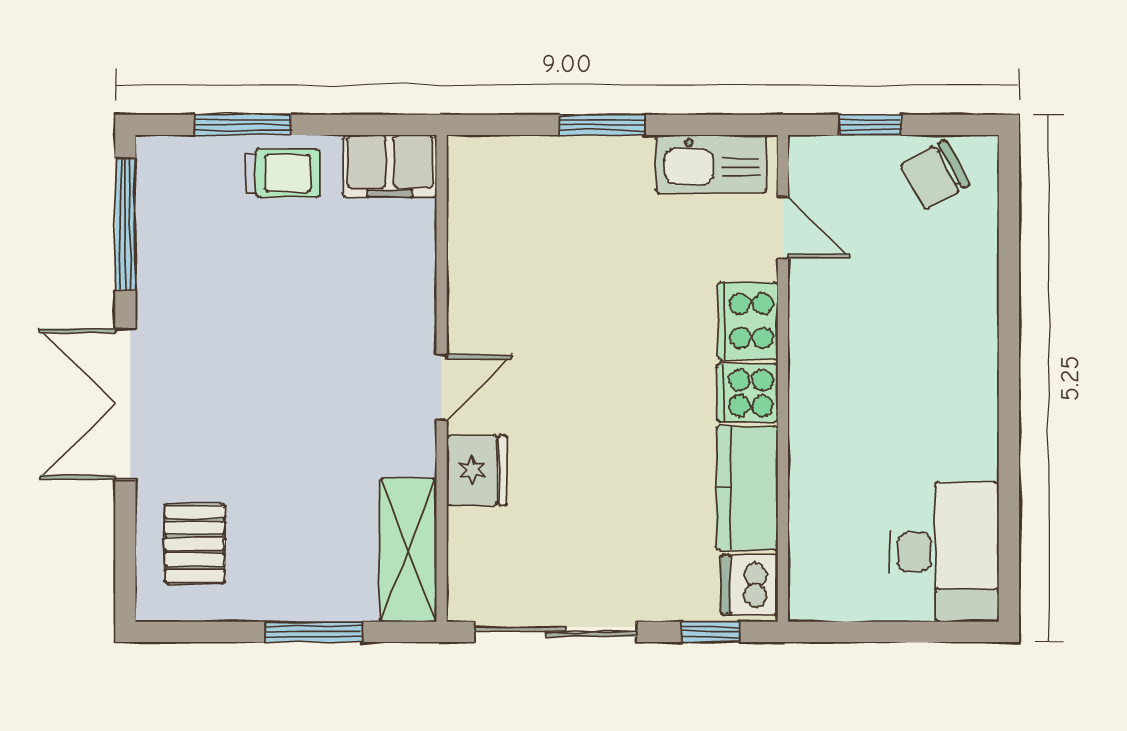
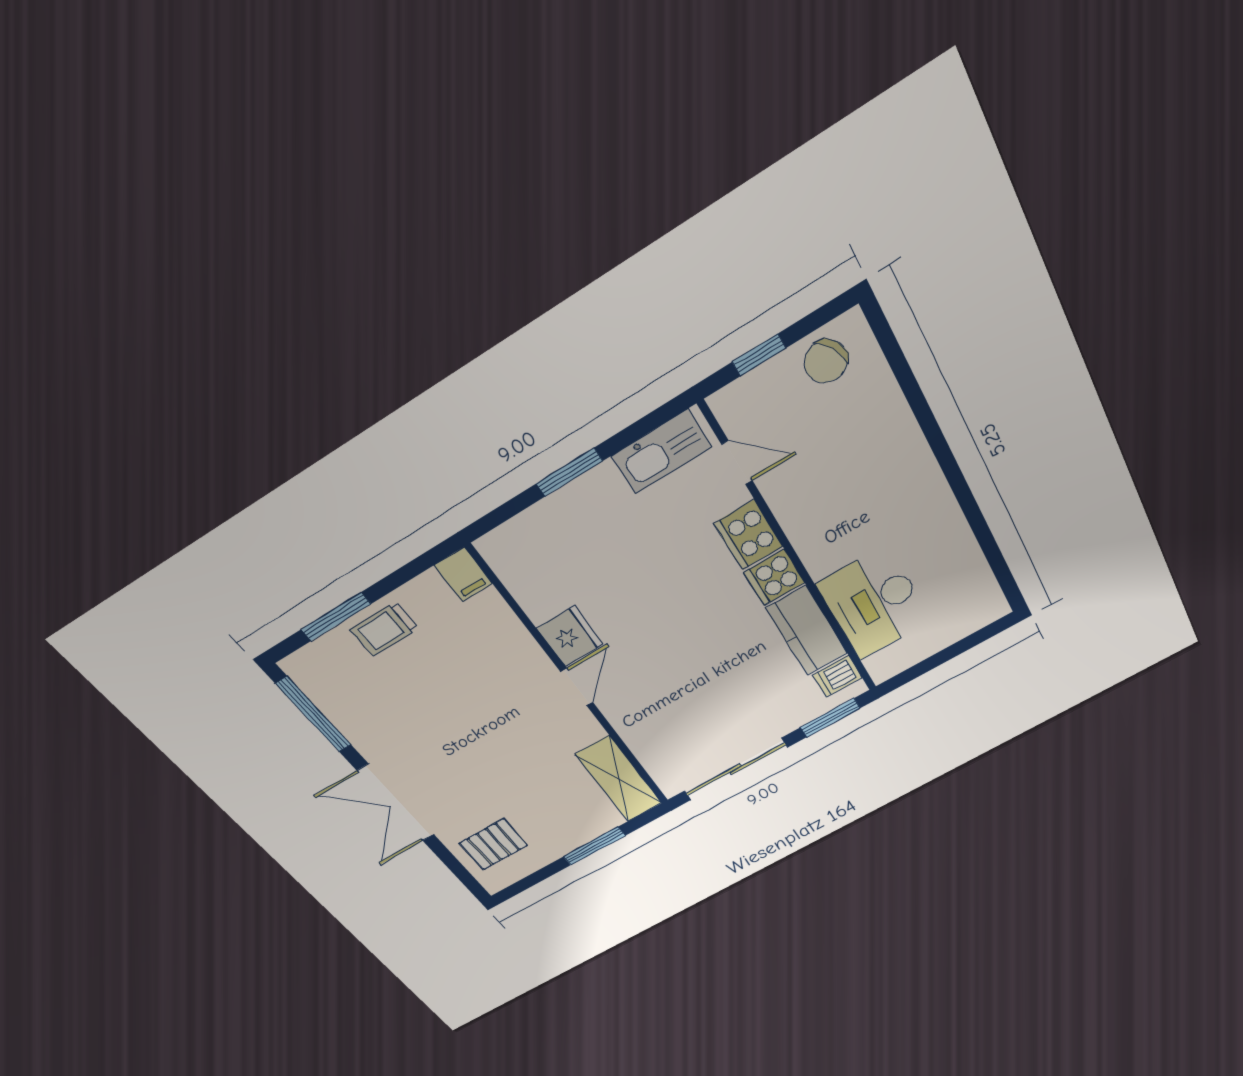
filing cabinet: (390, 166) -> (463, 575), width x0.50
trolley: (283, 173) -> (384, 629), turned 180
fridge: (477, 470) -> (570, 636), moved
pallet: (195, 544) -> (494, 844), turned 90
desk: (944, 552) -> (874, 603), moved, turned 180
dishwasher: (750, 585) -> (837, 676), width x0.73
window: (710, 632) -> (830, 718), width x1.50

